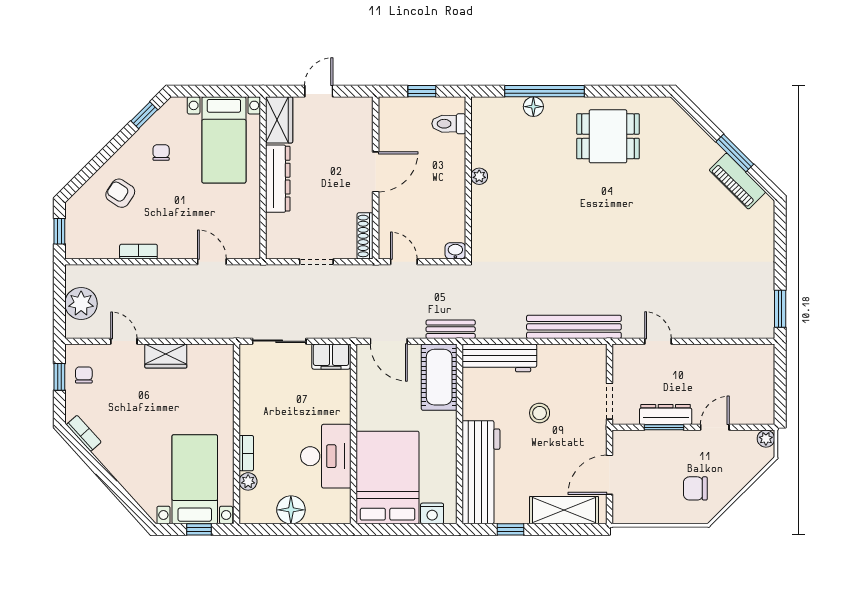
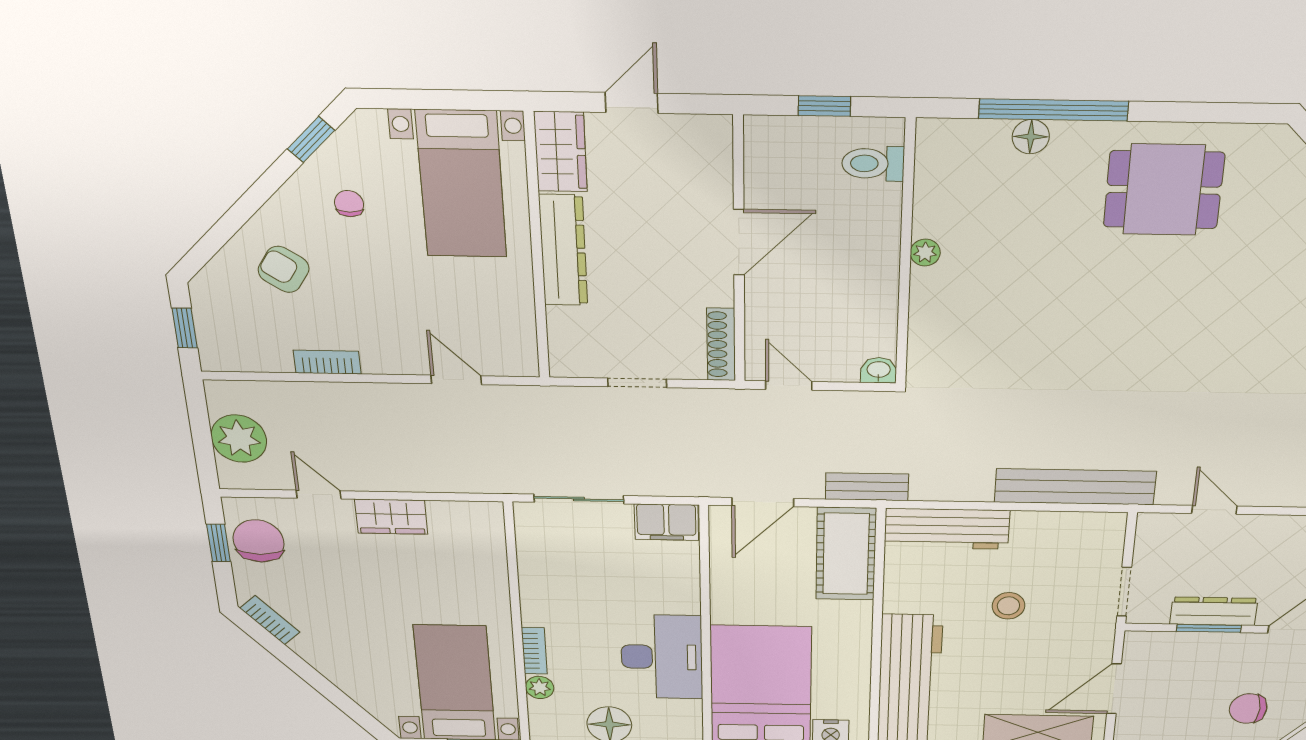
door: (389, 341) -> (763, 502), hinge flipped
chair: (84, 375) -> (259, 541), width x1.87, depth x1.87

